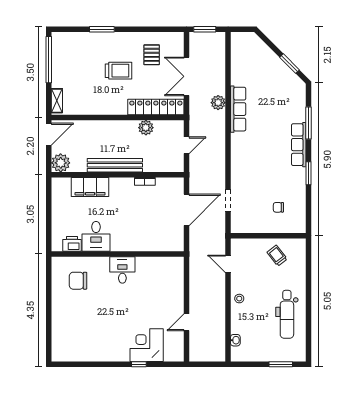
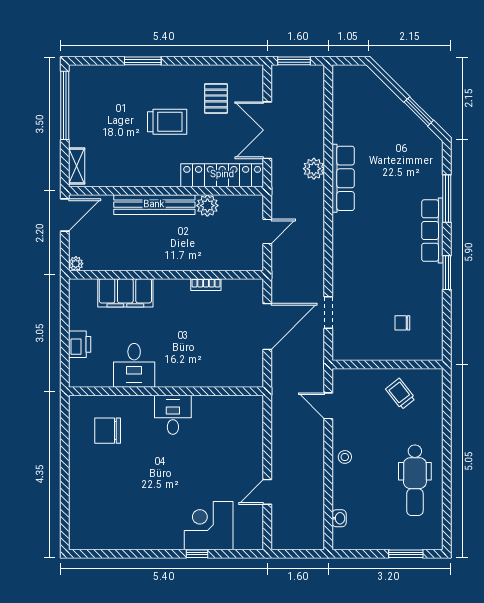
plant: (61, 163) -> (76, 264), width x0.53, depth x0.53
bench: (115, 165) -> (154, 205), moved
printer: (72, 244) -> (80, 344), moved, turned 90

